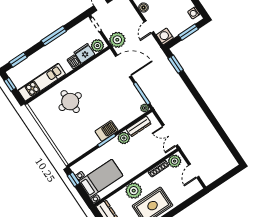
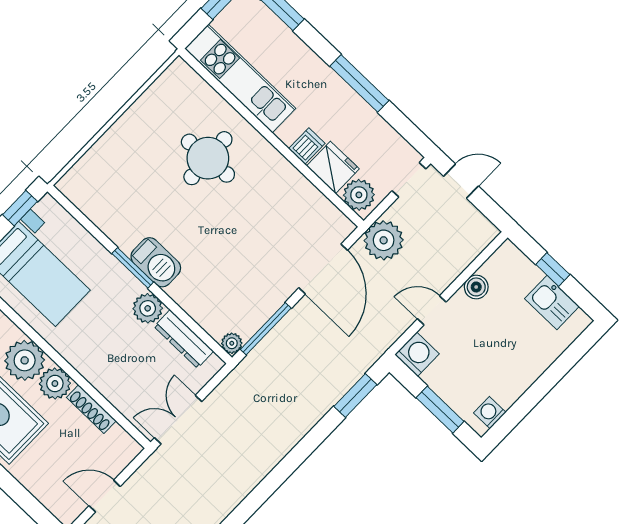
plant: (175, 161) -> (55, 384), moved

